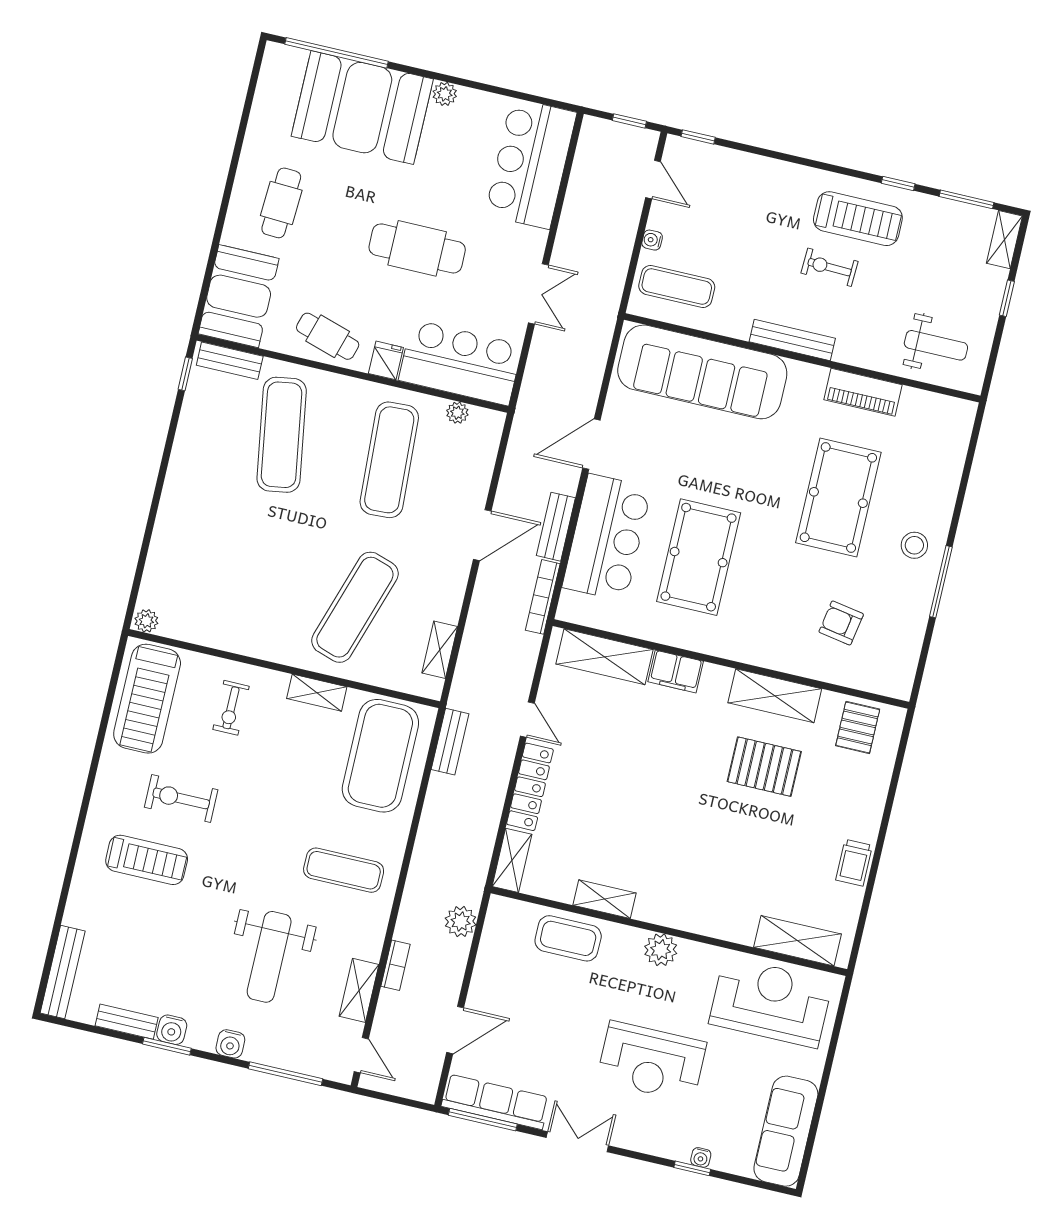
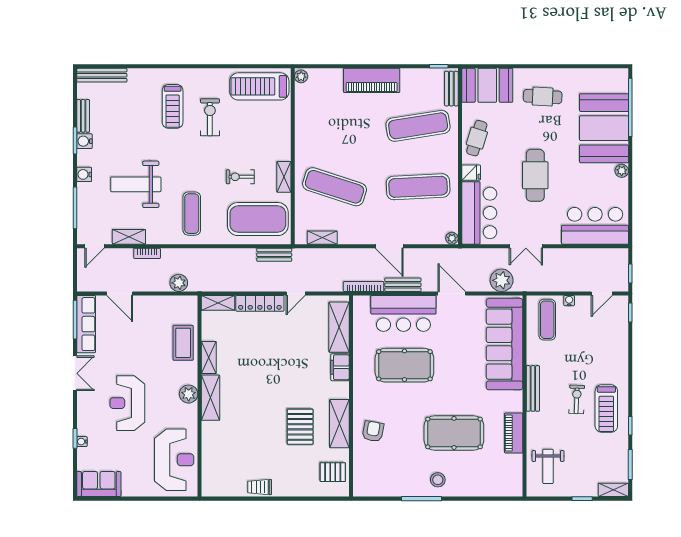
plant: (589, 351) -> (502, 280), added
plant: (457, 413) -> (452, 238), moved
piano: (183, 498) -> (372, 80), added
armchair: (841, 623) -> (373, 431), moved
exercise bike: (231, 708) -> (240, 177), moved
shelving: (797, 941) -> (211, 398), moved
sofa: (786, 1131) -> (99, 484), width x0.73

